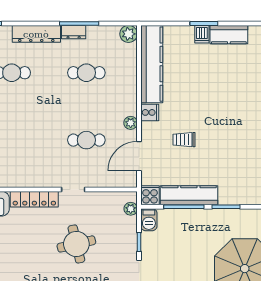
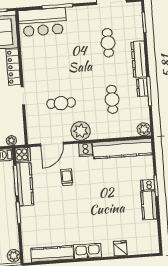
plant: (131, 123) -> (81, 131), width x1.87, depth x1.87
cafe table: (86, 140) -> (61, 103), turned 90
door: (139, 156) -> (52, 144), swing flipped

